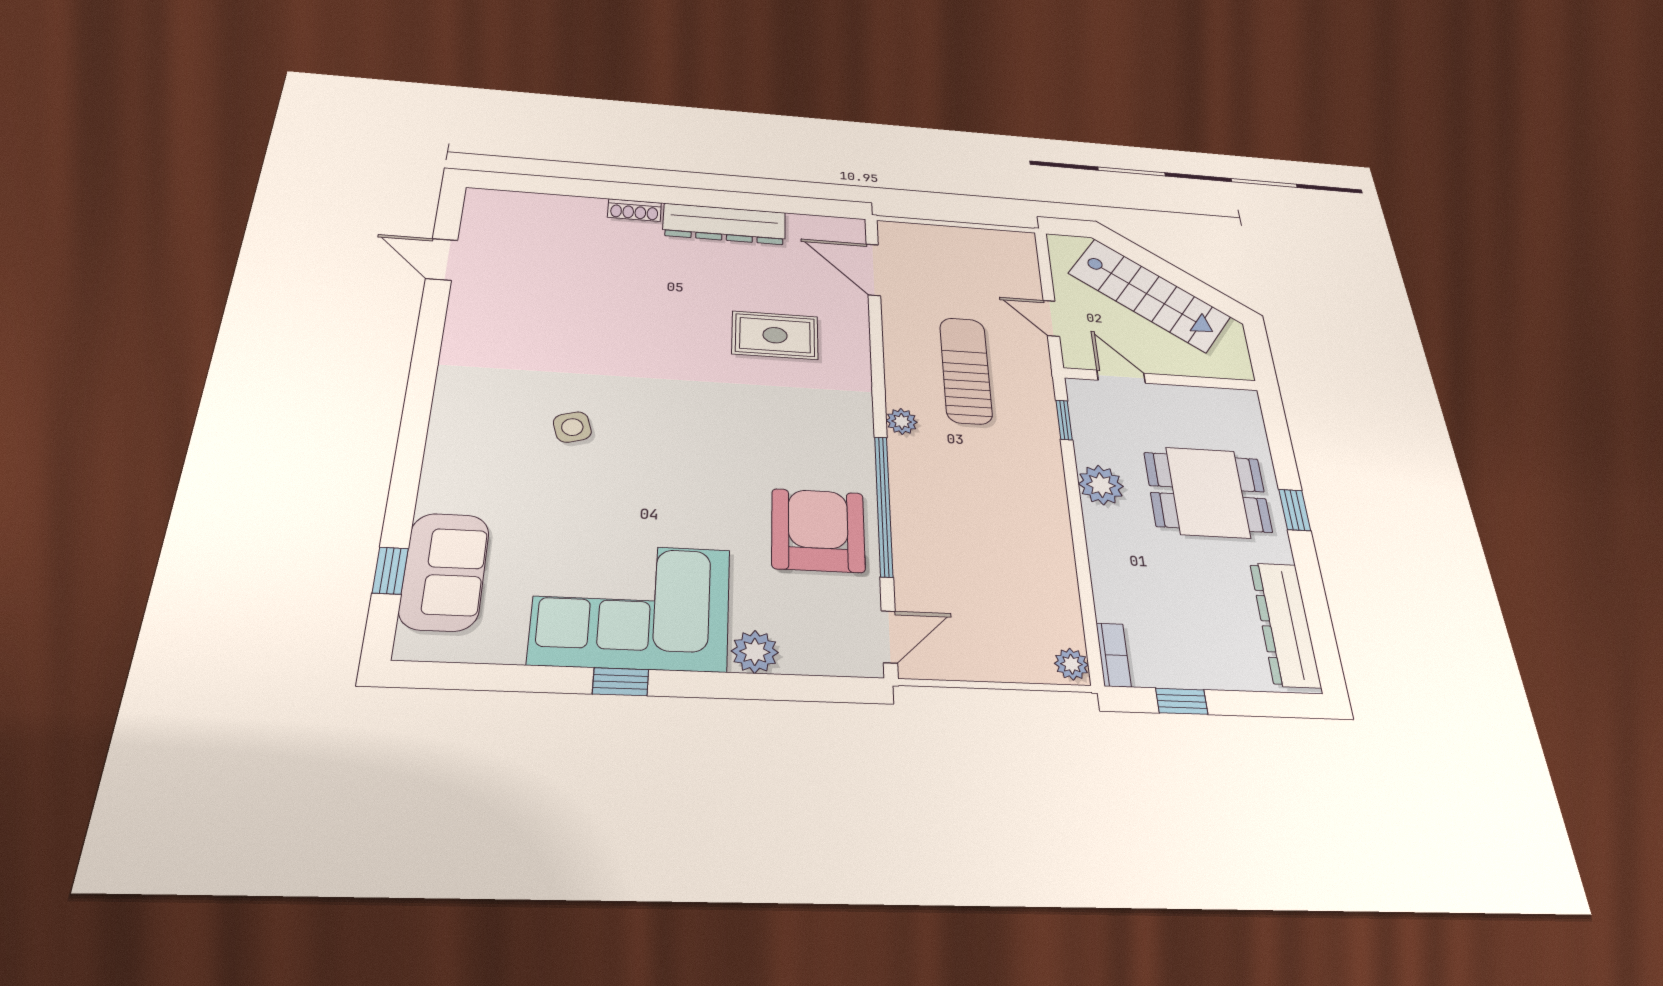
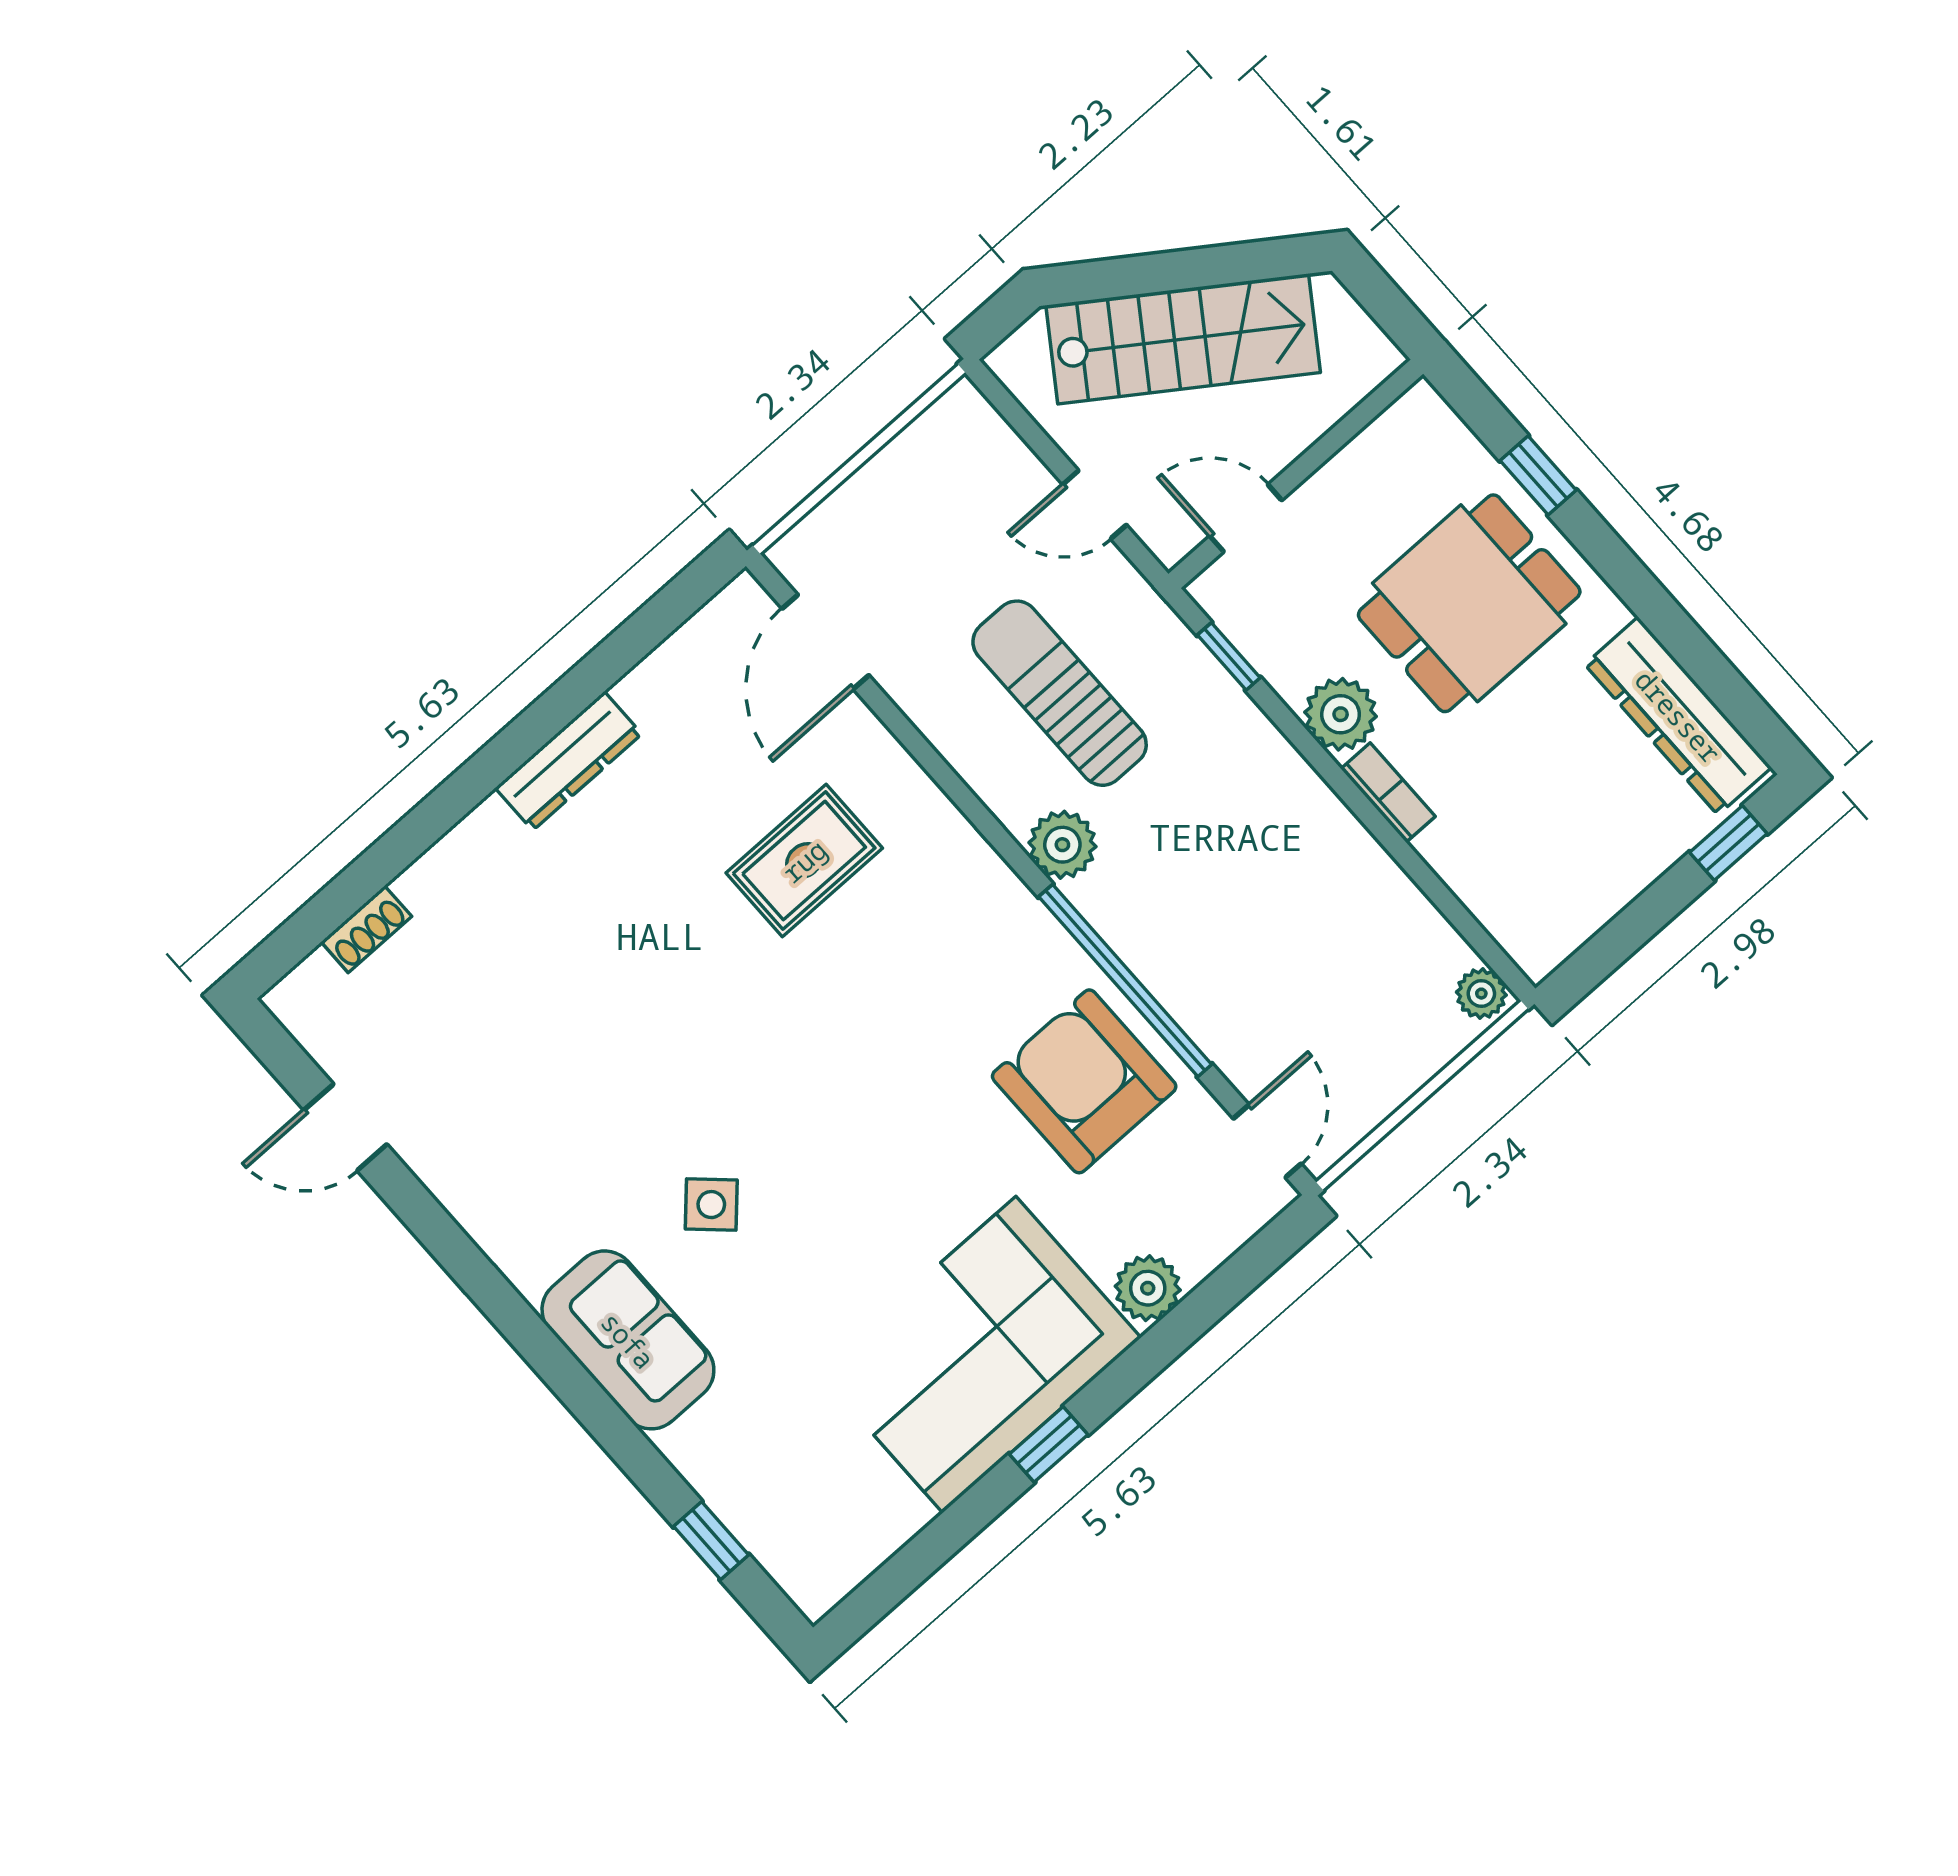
shoe rack: (634, 210) -> (366, 929), moved
dresser: (724, 224) -> (568, 761), width x0.73, depth x0.80
door: (873, 270) -> (826, 642), hinge flipped
plant: (902, 421) -> (1062, 845), width x1.38, depth x1.38
side table: (572, 427) -> (711, 1205), turned -31
window: (1295, 510) -> (1538, 475), moved
sofa: (444, 571) -> (628, 1340), moved
bookcase: (1113, 655) -> (1388, 793), moved
window: (1182, 701) -> (1728, 843), moved

